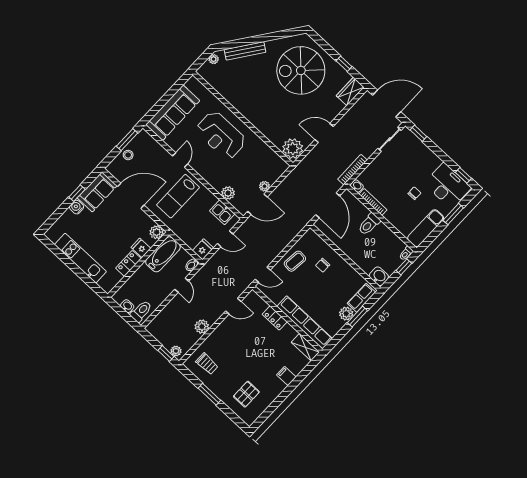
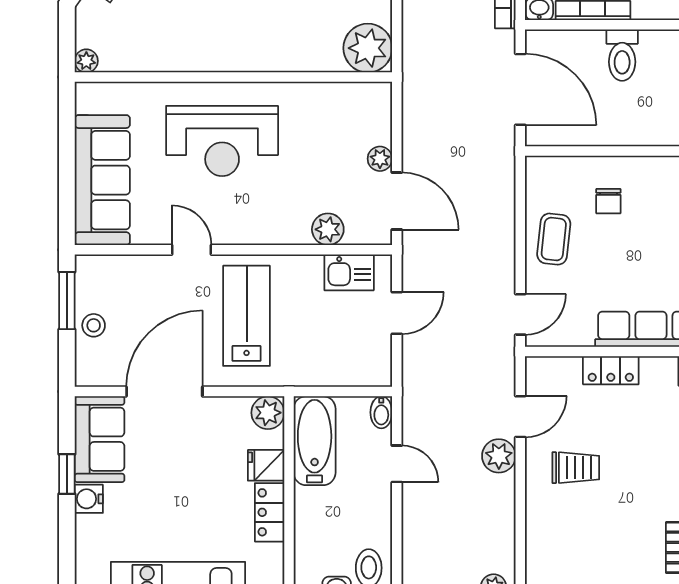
plant: (214, 59) -> (86, 61), moved
lab bench: (178, 196) -> (247, 316), turned 180
door: (257, 204) -> (397, 201), hinge flipped
fridge: (203, 249) -> (376, 367), removed
plant: (202, 327) -> (499, 456), moved
trolley: (207, 364) -> (576, 468), moved

